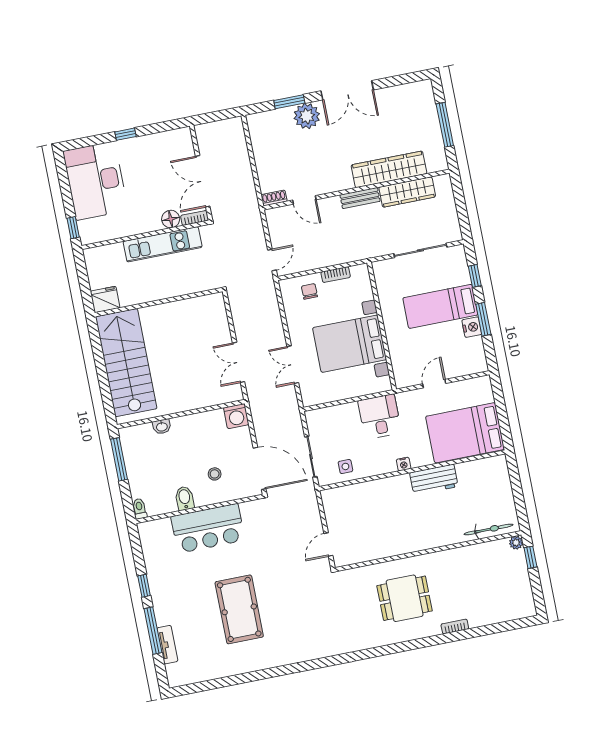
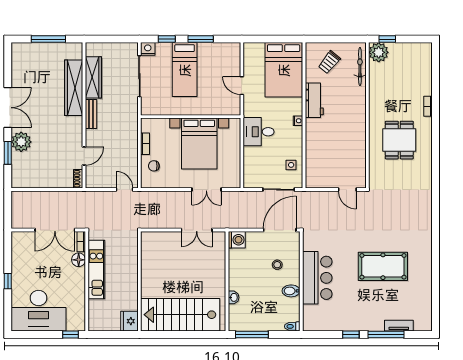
nightstand: (472, 327) -> (148, 49), moved
trolley: (486, 489) -> (329, 62), added
plant: (516, 543) -> (379, 52), width x1.88, depth x1.88

